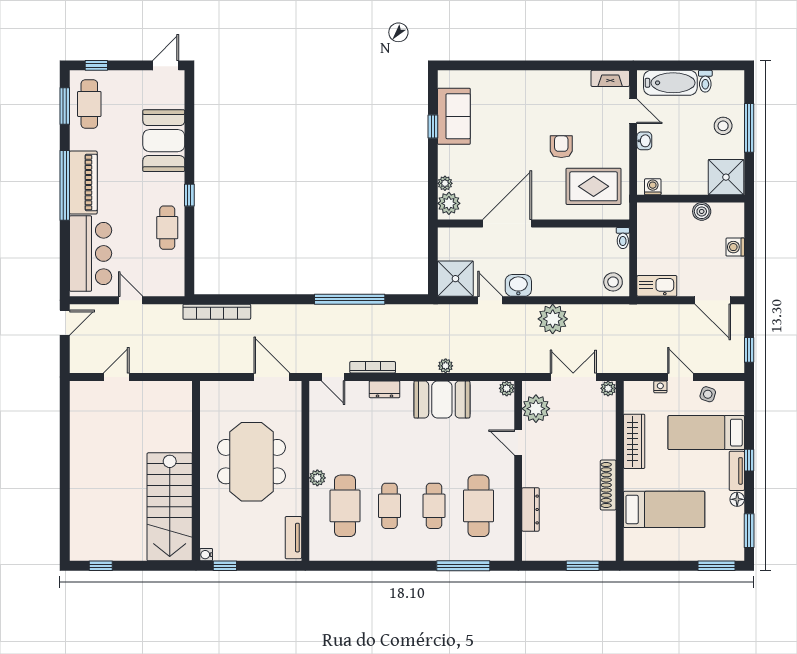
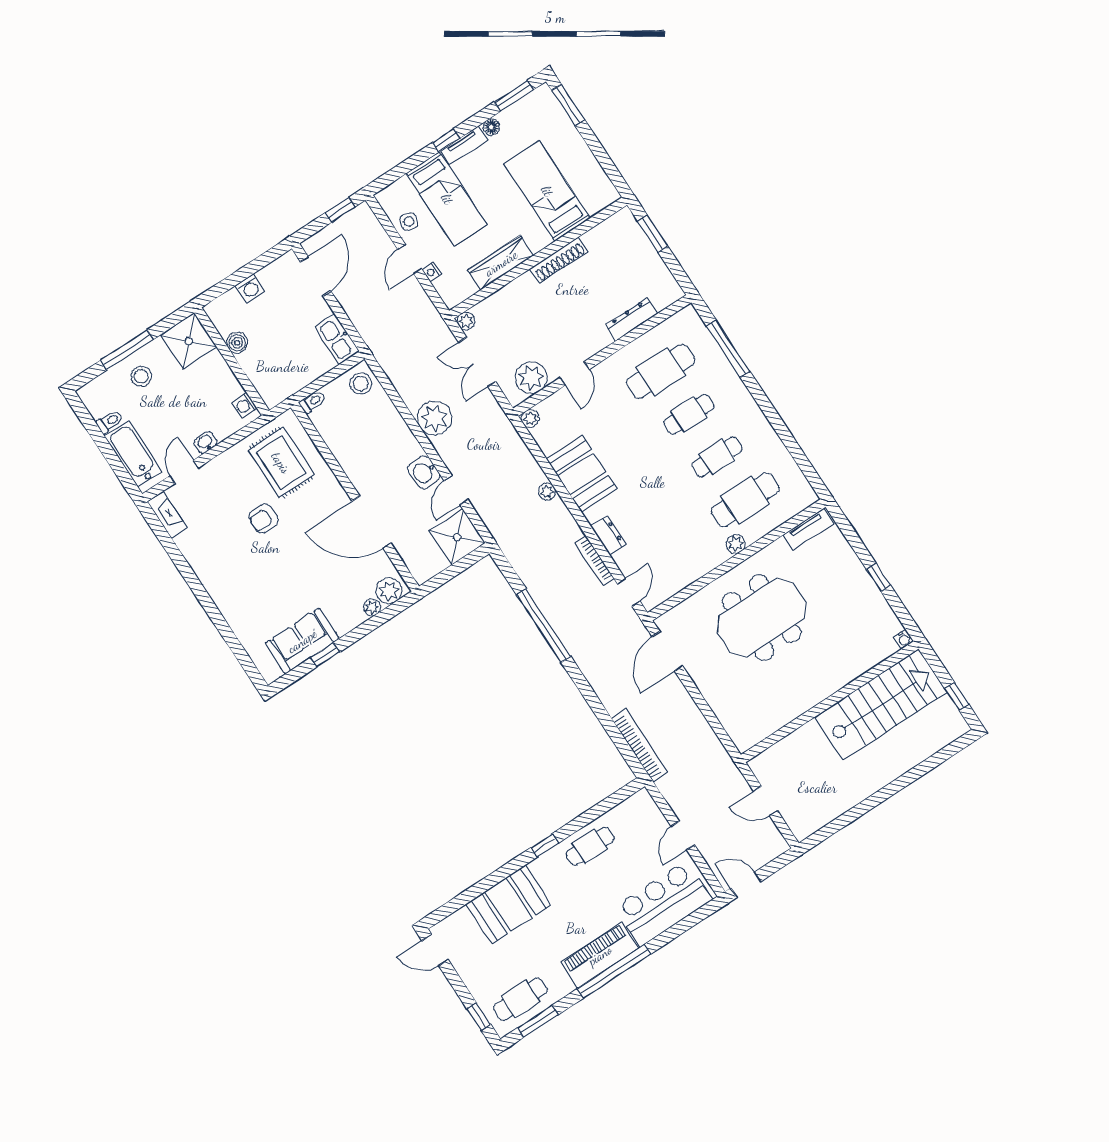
wall: (196, 471) -> (830, 702), moved
stairs: (170, 507) -> (881, 704), moved
water cooler: (206, 555) -> (904, 639), moved

